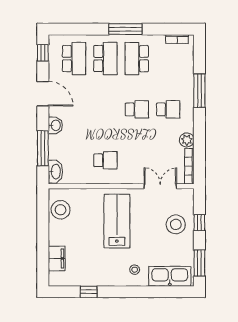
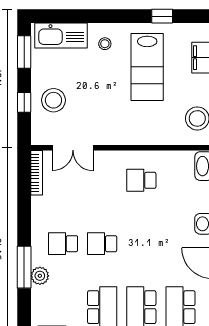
plant: (187, 140) -> (40, 276), moved
lab bench: (117, 221) -> (147, 67), moved

